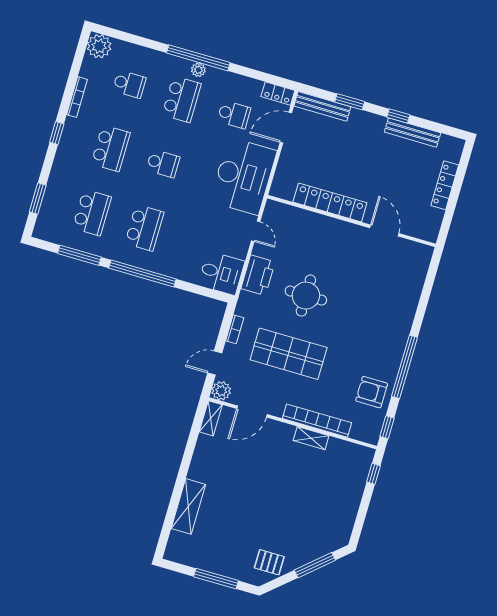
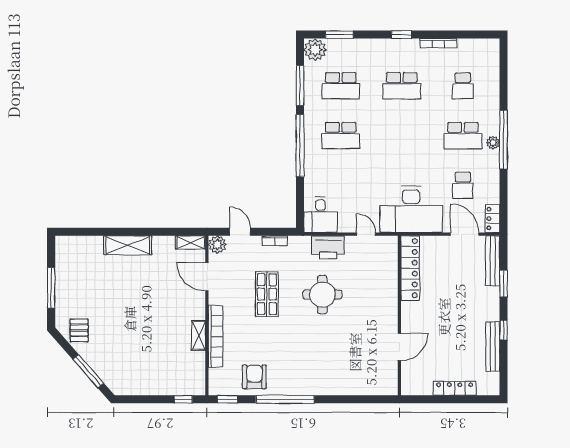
plant: (99, 46) -> (315, 50), moved
school desk: (163, 164) -> (402, 136), removed
locker: (330, 202) -> (410, 268), moved
door: (256, 231) -> (366, 234), swing flipped
shop shelf: (289, 354) -> (267, 294), width x0.70, depth x0.74
shelving: (188, 506) -> (128, 245), moved

